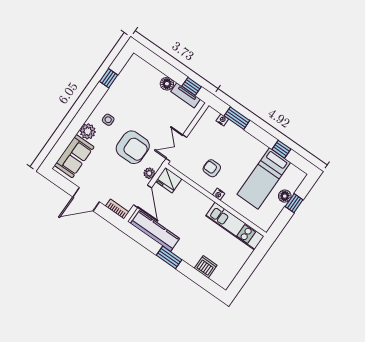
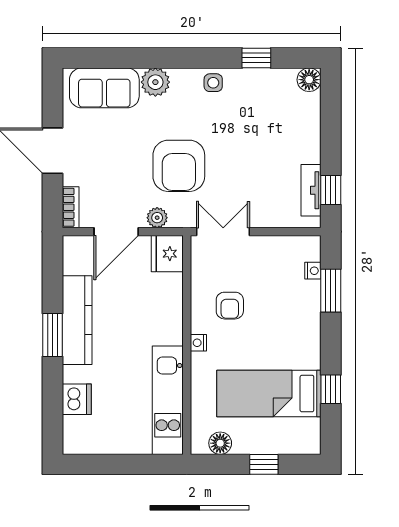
floor lamp: (167, 84) -> (309, 80), moved
side table: (108, 120) -> (213, 83), moved
armchair: (212, 168) -> (230, 306), turned 180
floor lamp: (285, 196) -> (220, 443), moved
kitchen counter: (155, 231) -> (77, 320), moved

